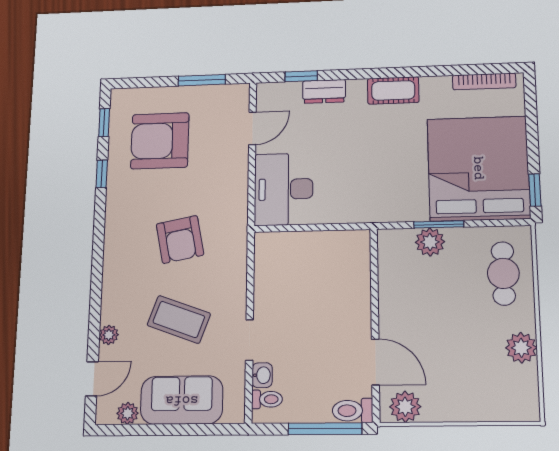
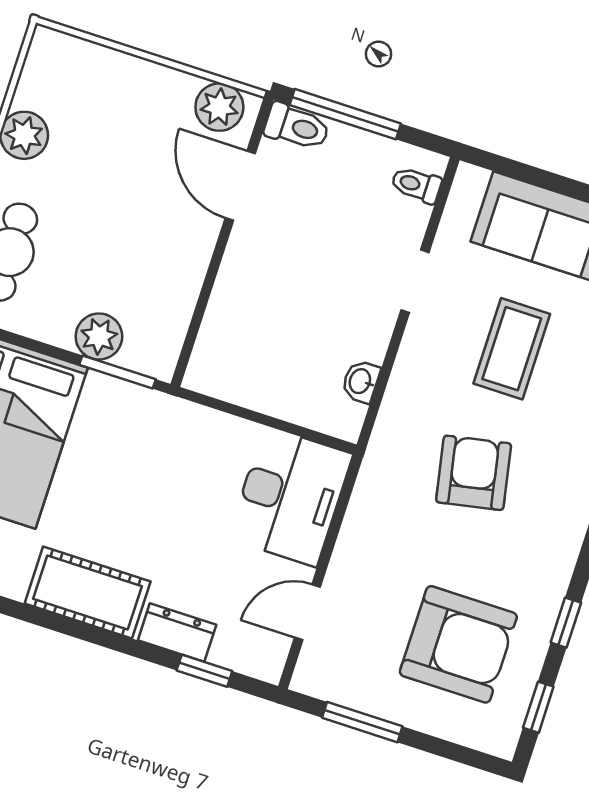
cot: (393, 90) -> (88, 592), width x1.37, depth x1.34
window: (439, 224) -> (118, 372), moved
coffee table: (179, 319) -> (512, 349), turned 70
washbasin: (262, 375) -> (361, 381), moved

